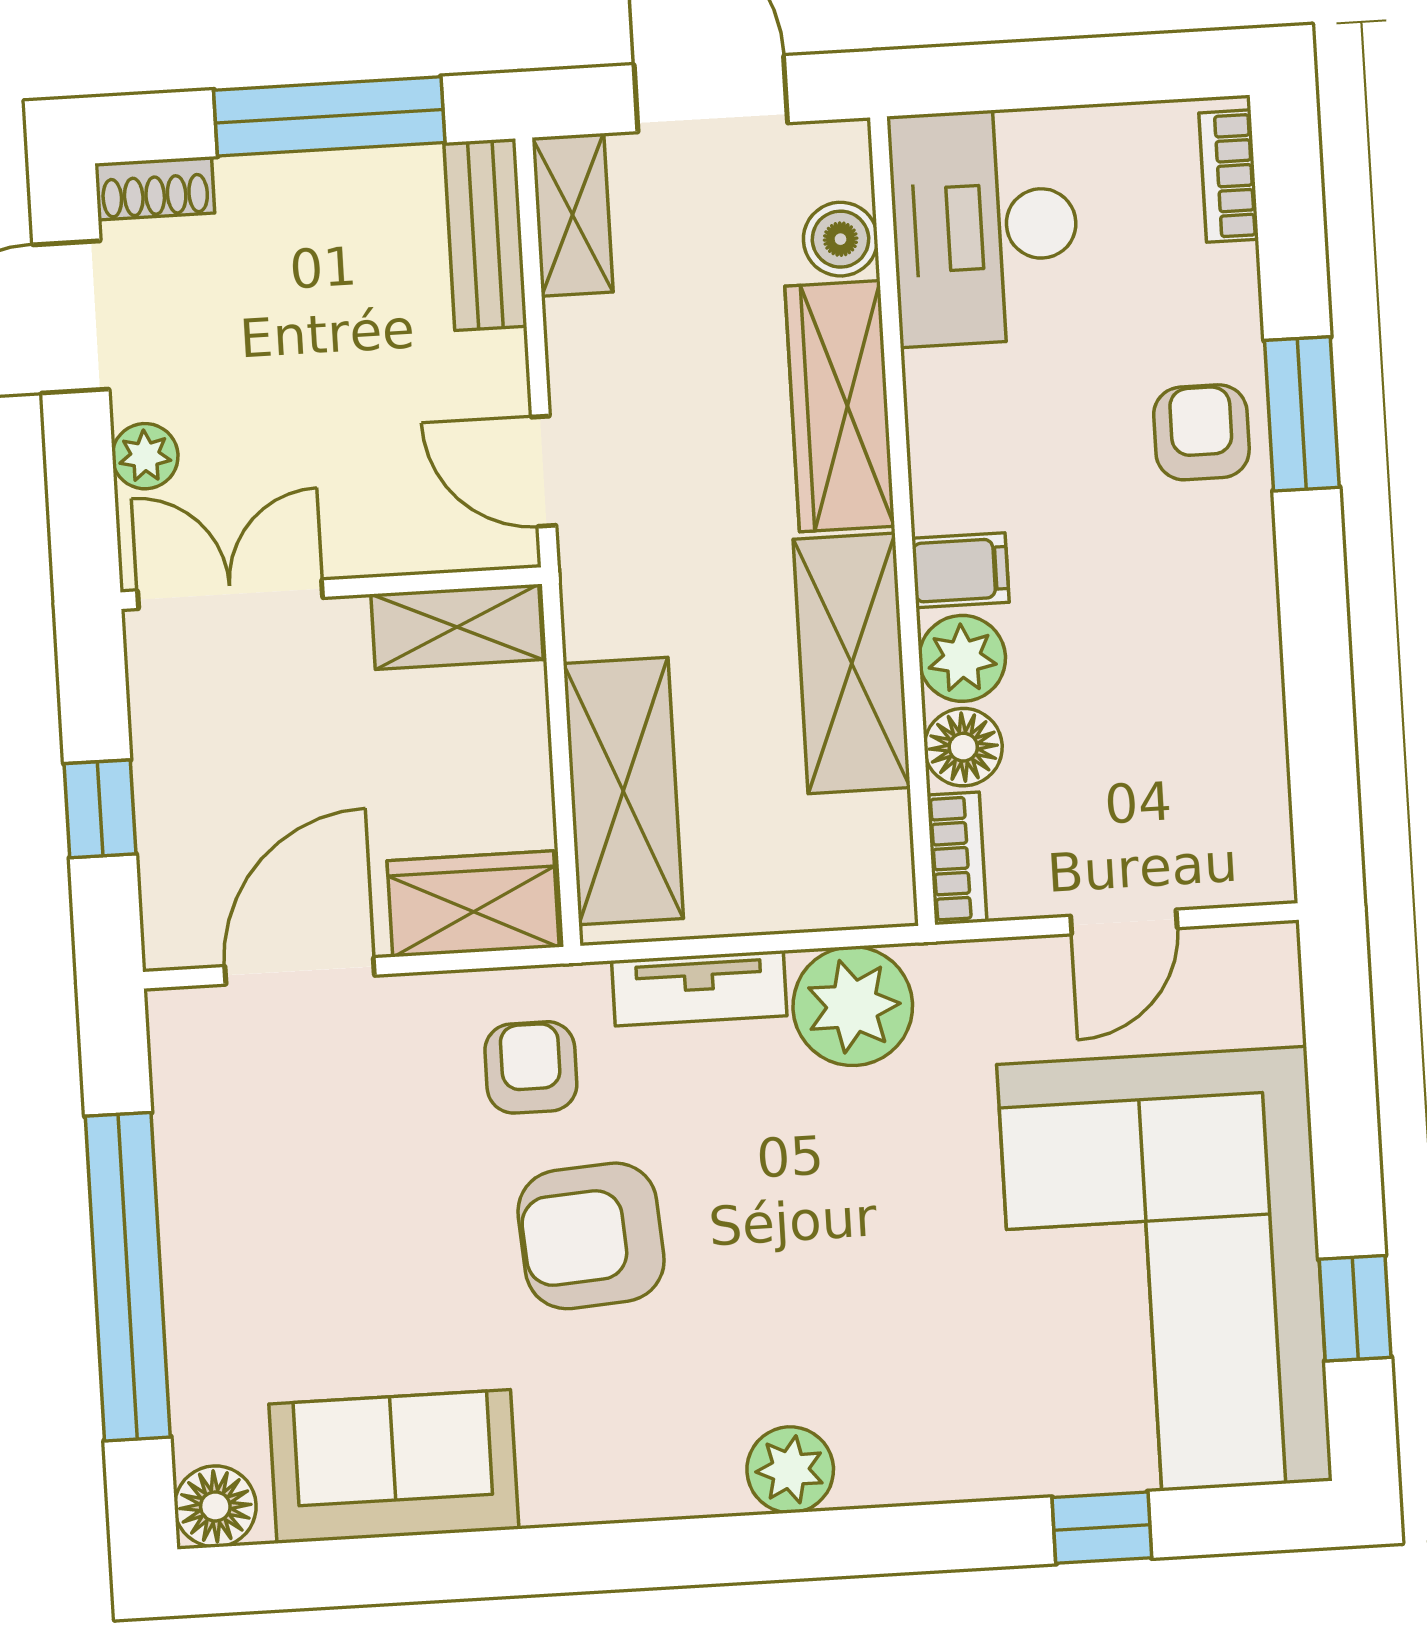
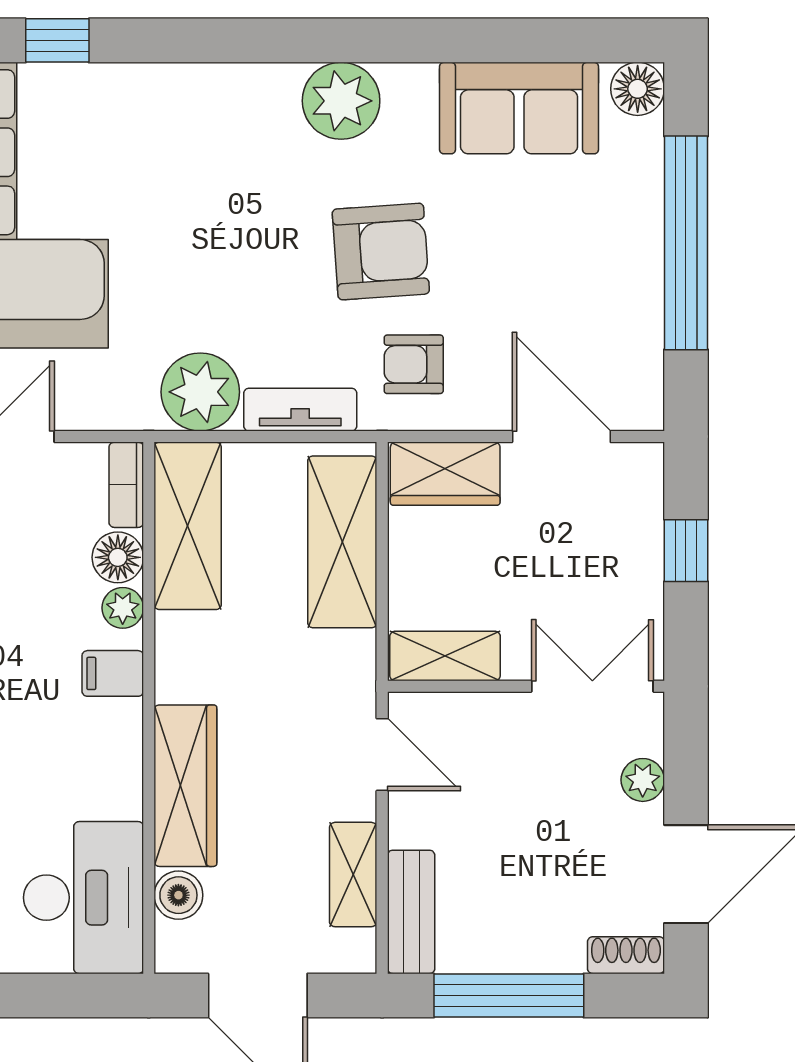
shelving: (573, 215) -> (353, 875), moved
double door: (230, 594) -> (592, 686), swing flipped
plant: (962, 658) -> (123, 608), width x0.73, depth x0.73
shelving: (852, 663) -> (188, 526), moved
door: (300, 971) -> (561, 437), swing flipped
armchair: (531, 1067) -> (414, 364), turned 90
plant: (790, 1470) -> (341, 101), moved, width x1.36, depth x1.36

